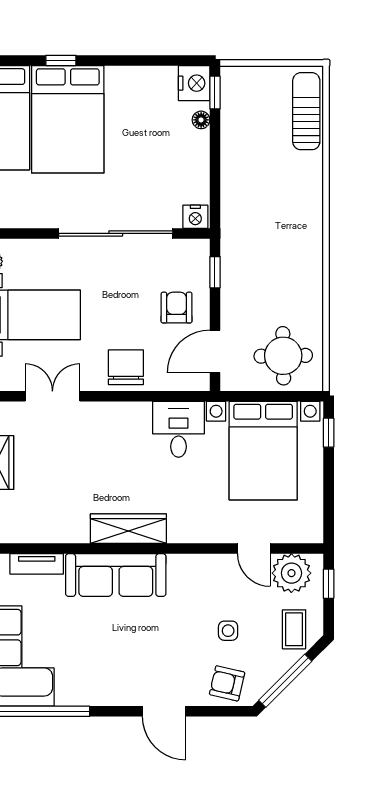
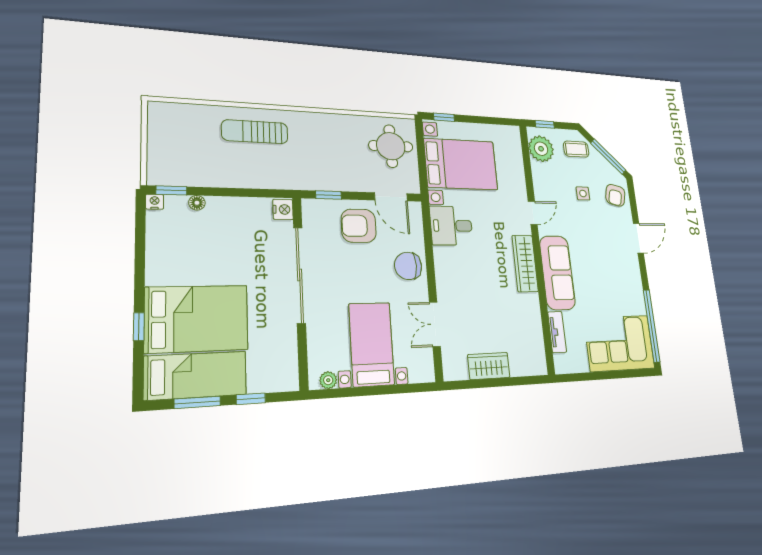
nightstand: (194, 83) -> (155, 202), width x0.53, depth x0.56
sun lounger: (306, 111) -> (255, 132), moved
armchair: (177, 308) -> (359, 226), width x1.38, depth x1.38
door: (254, 549) -> (533, 213), moved

